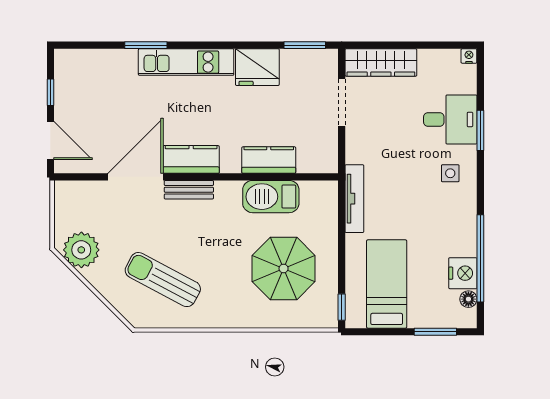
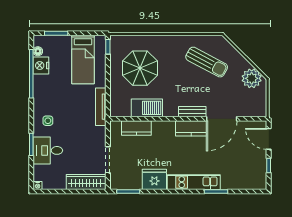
kitchen counter: (269, 160) -> (136, 128), moved

